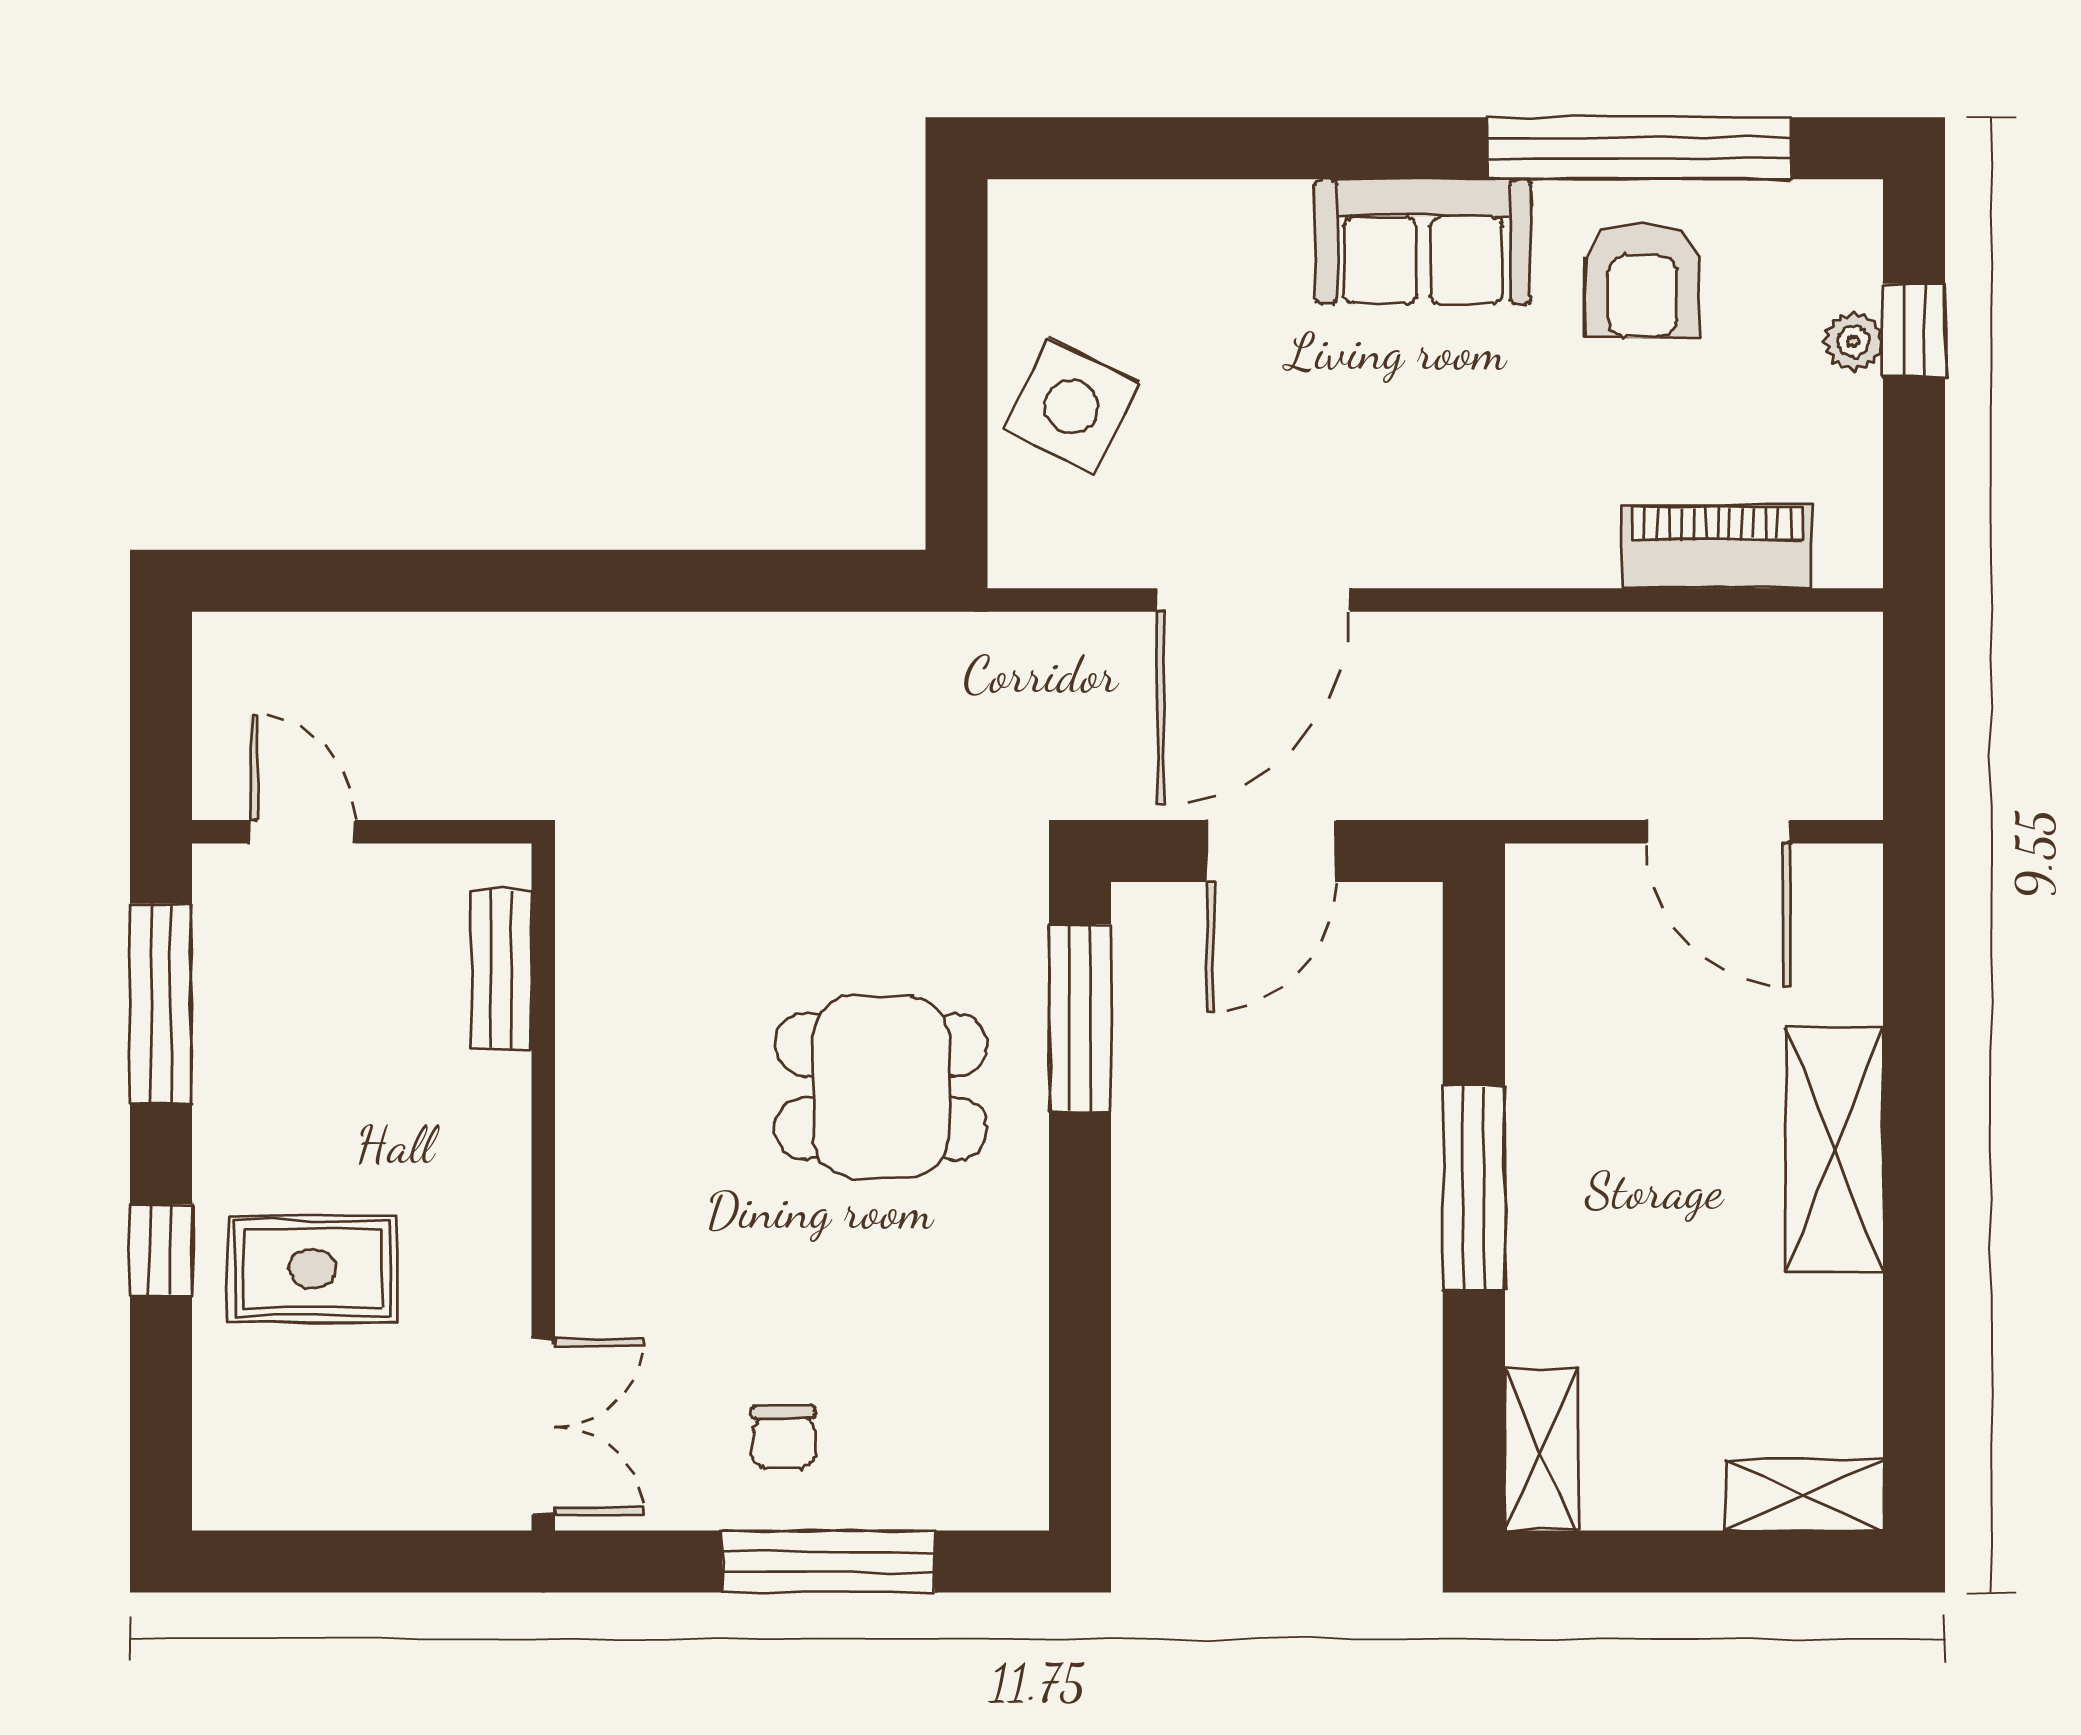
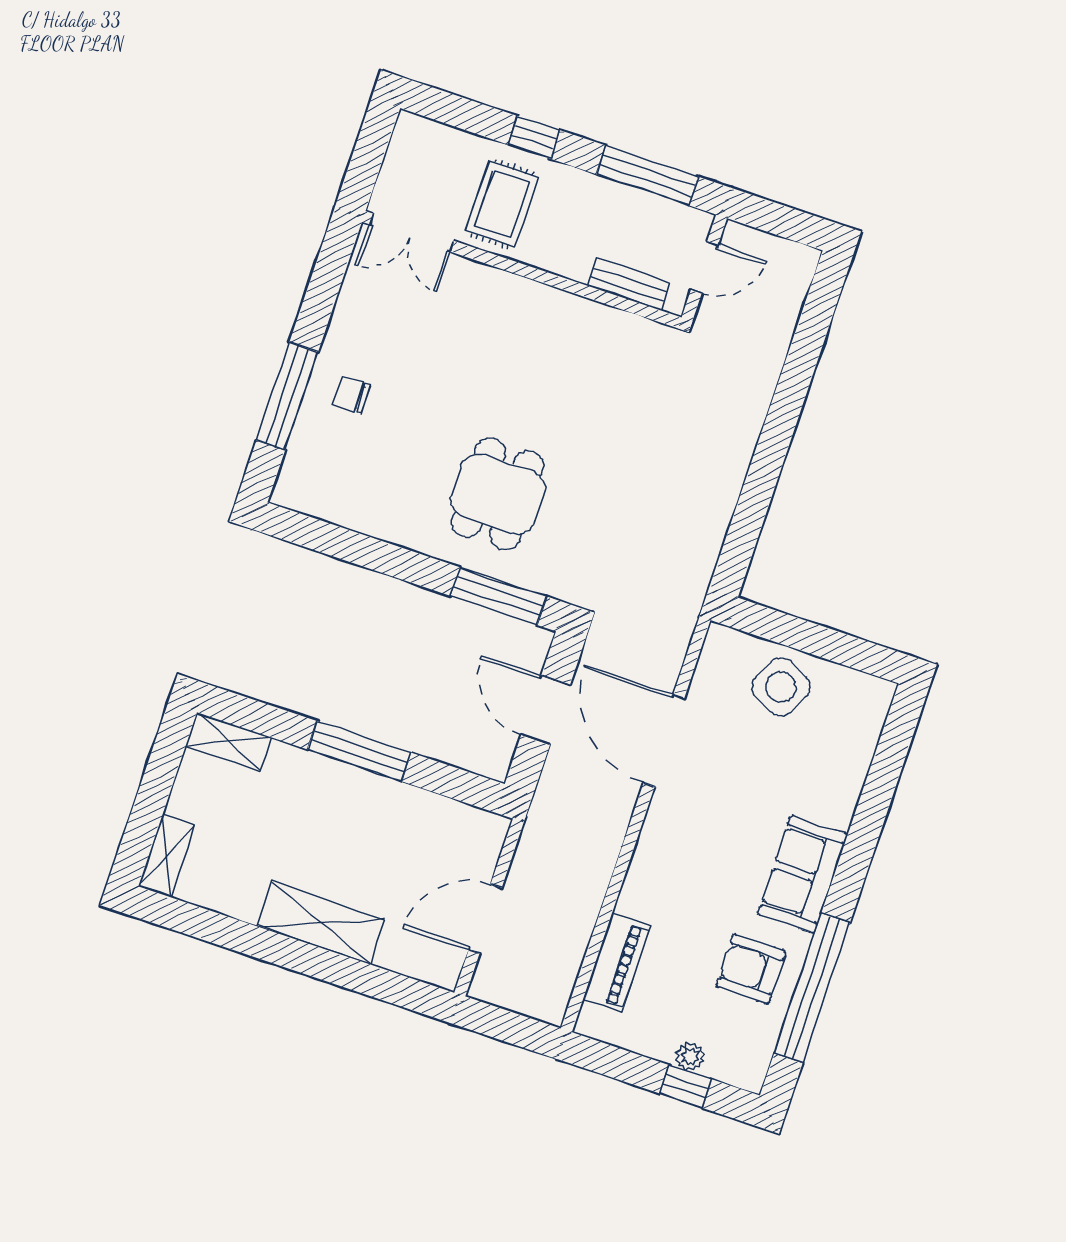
bench: (501, 969) -> (629, 284), moved
wall: (543, 1187) -> (522, 270), moved
double door: (543, 1426) -> (412, 233), moved

